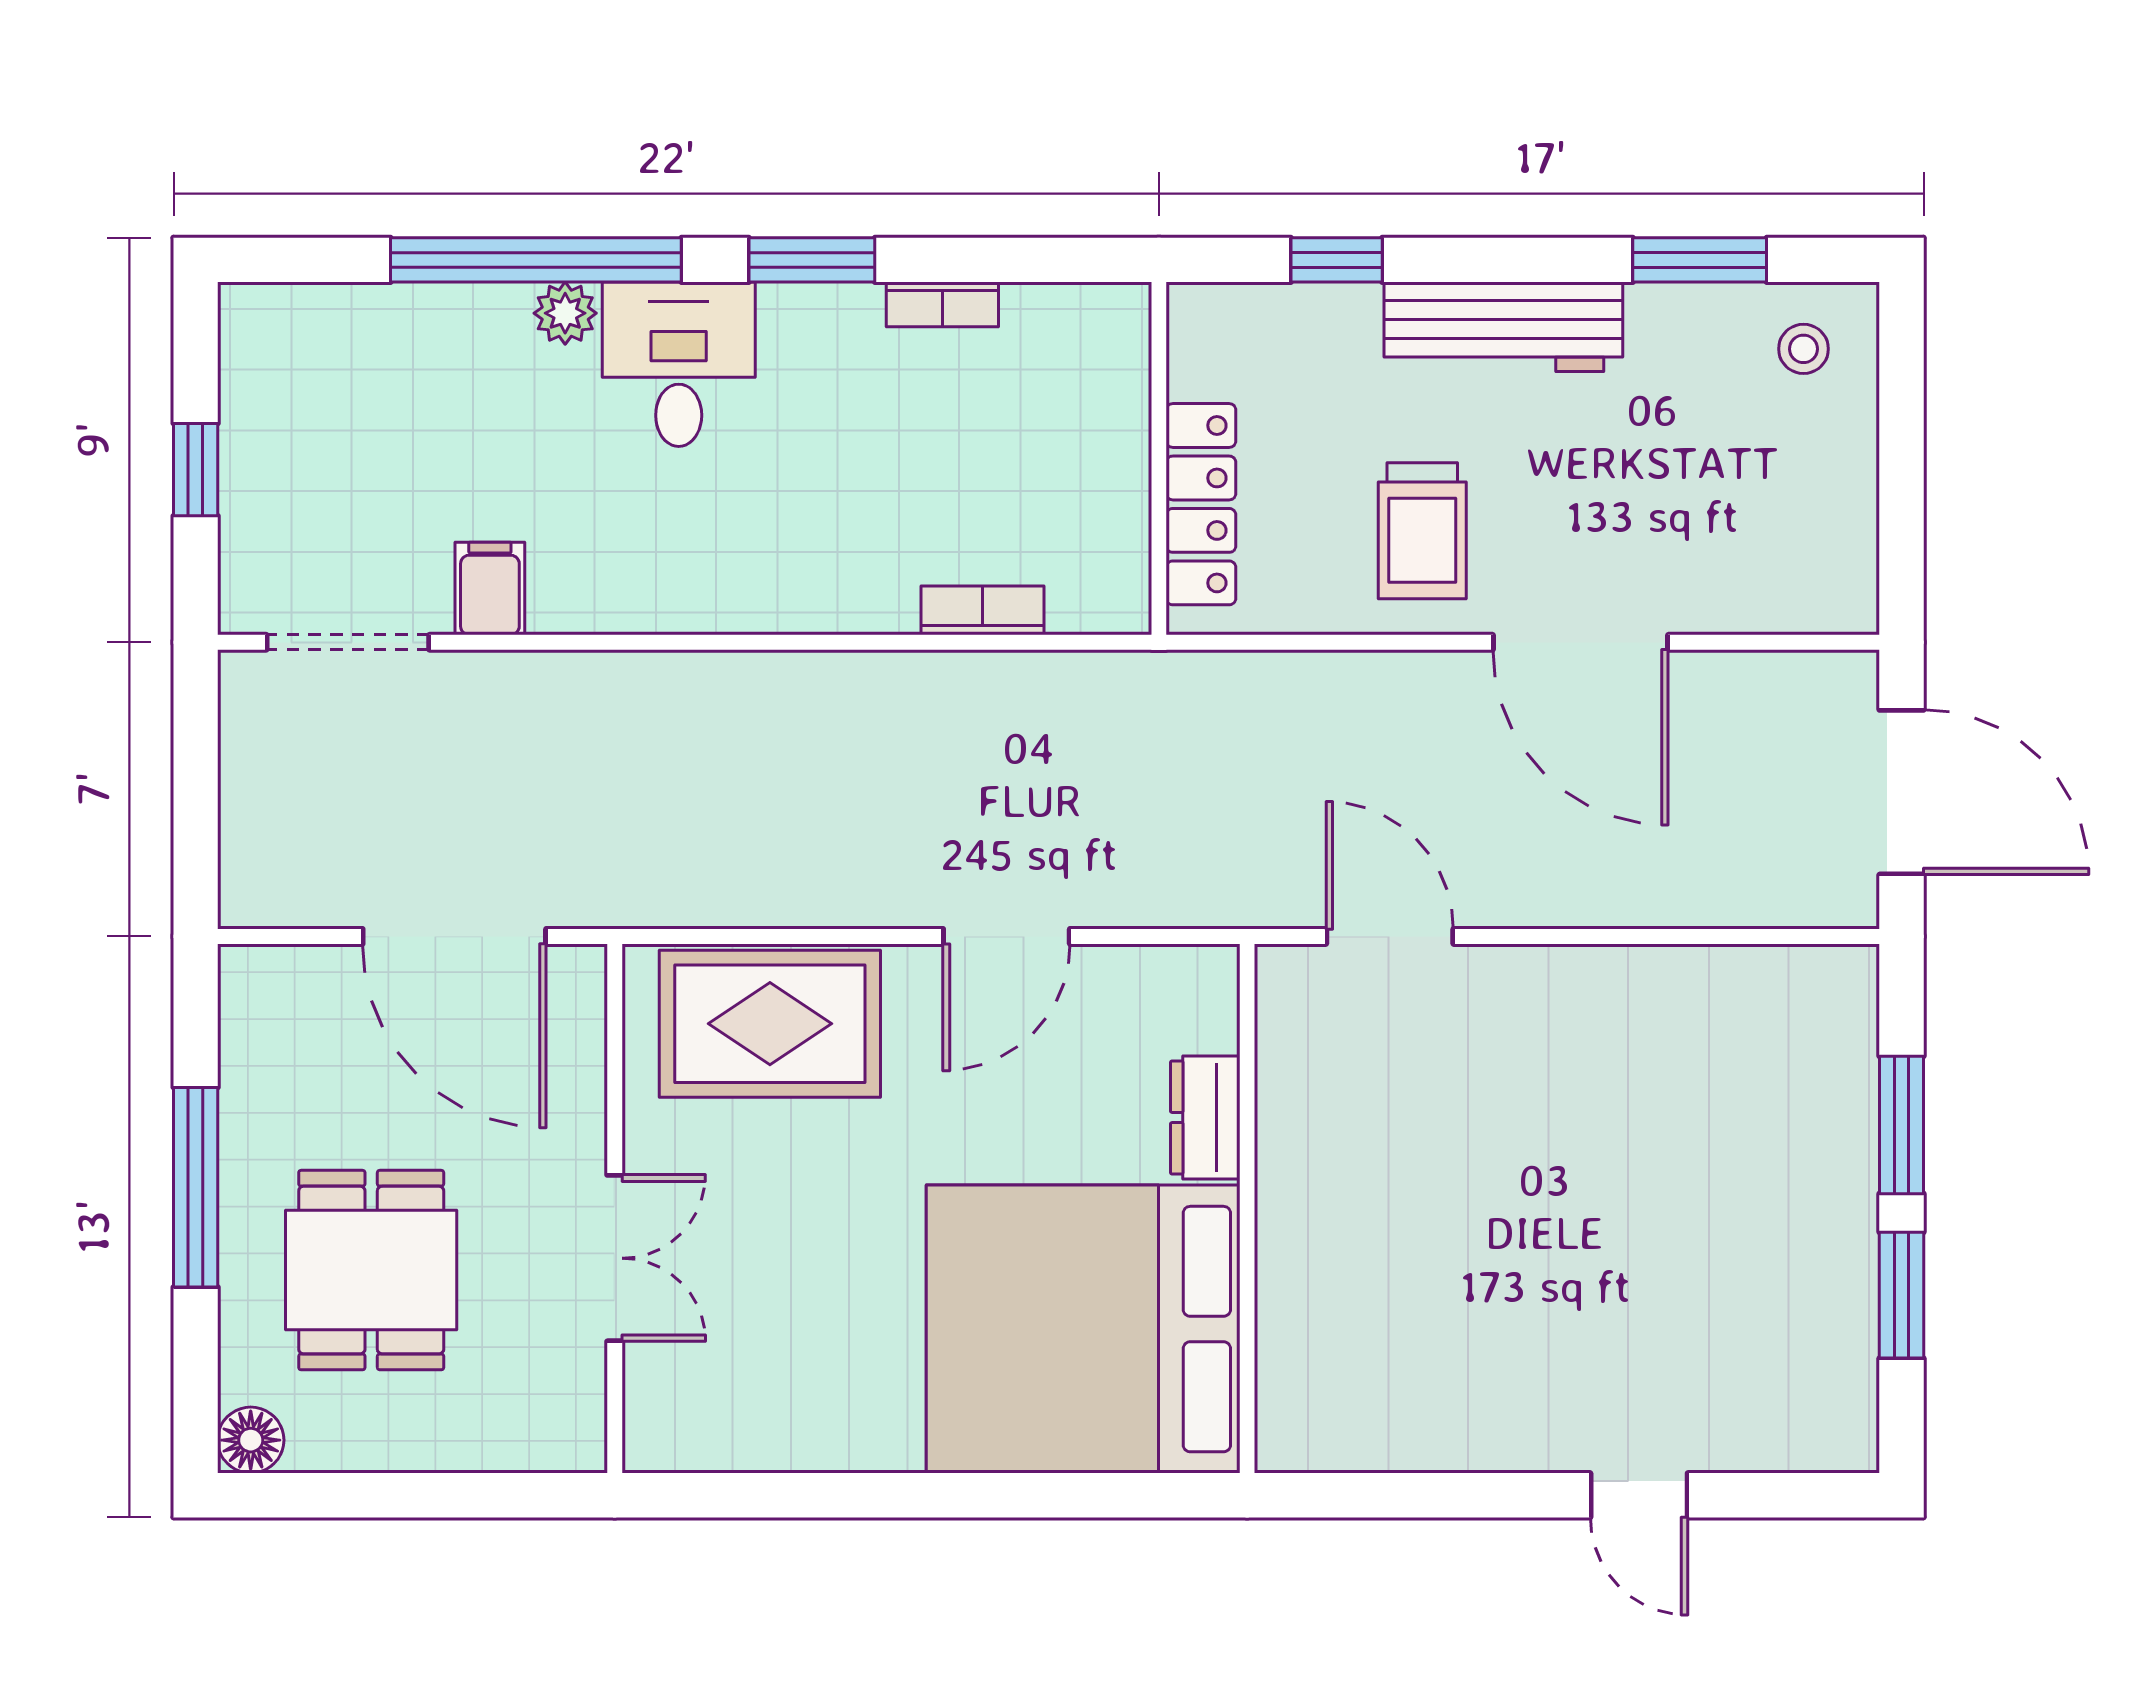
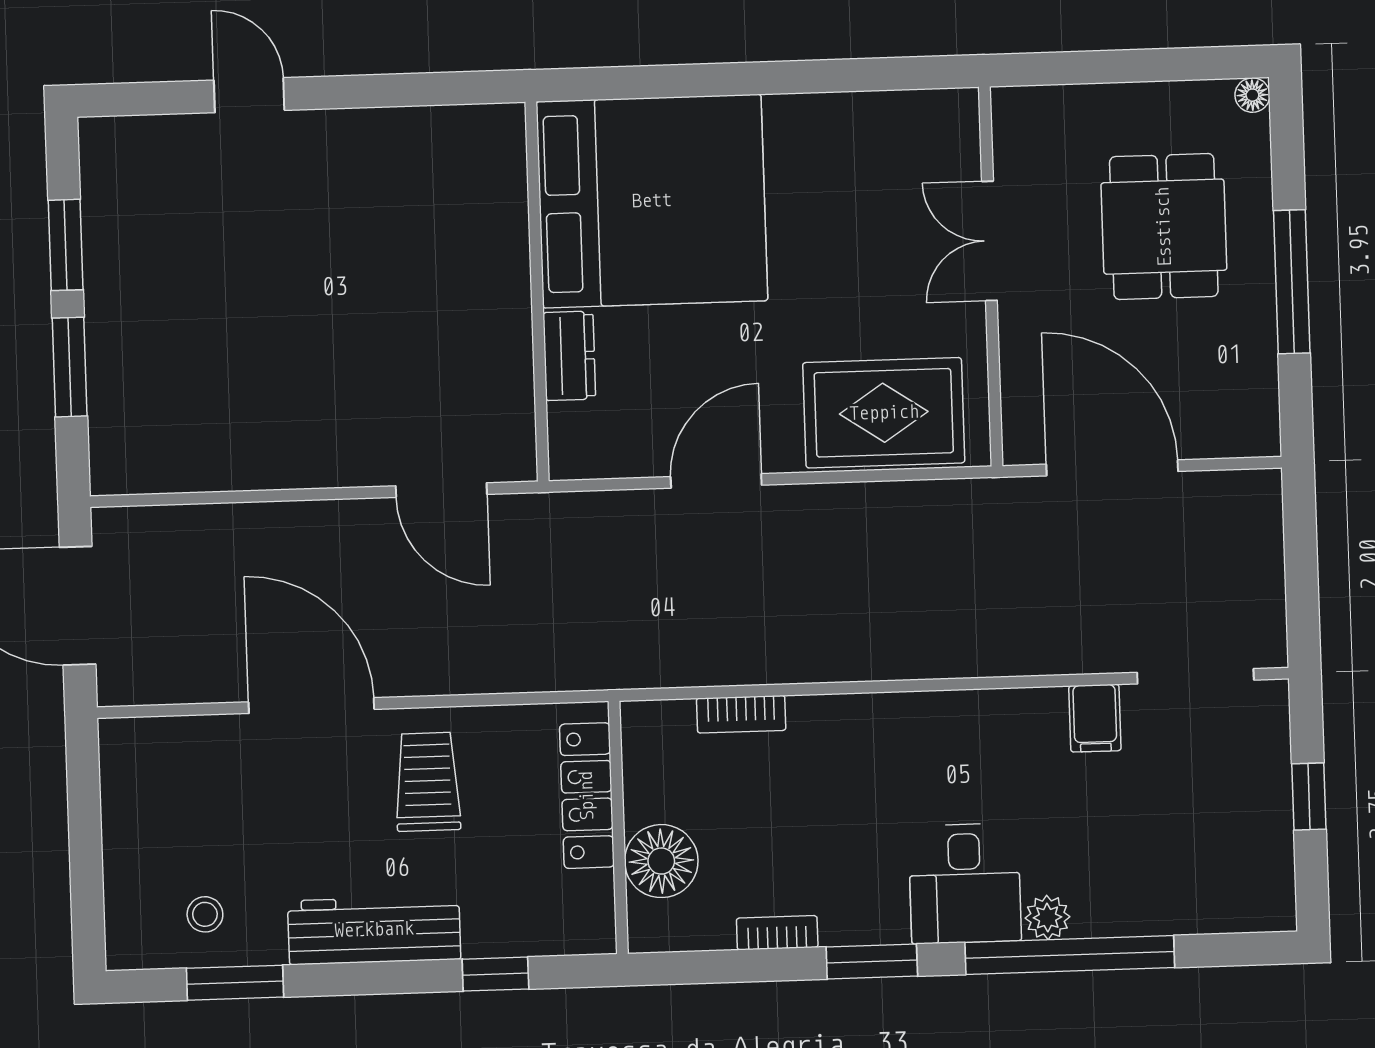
stool: (1804, 349) -> (205, 914), moved
floor lamp: (1100, 410) -> (661, 861), added
floor lamp: (251, 1440) -> (1252, 95), width x0.73, depth x0.73

